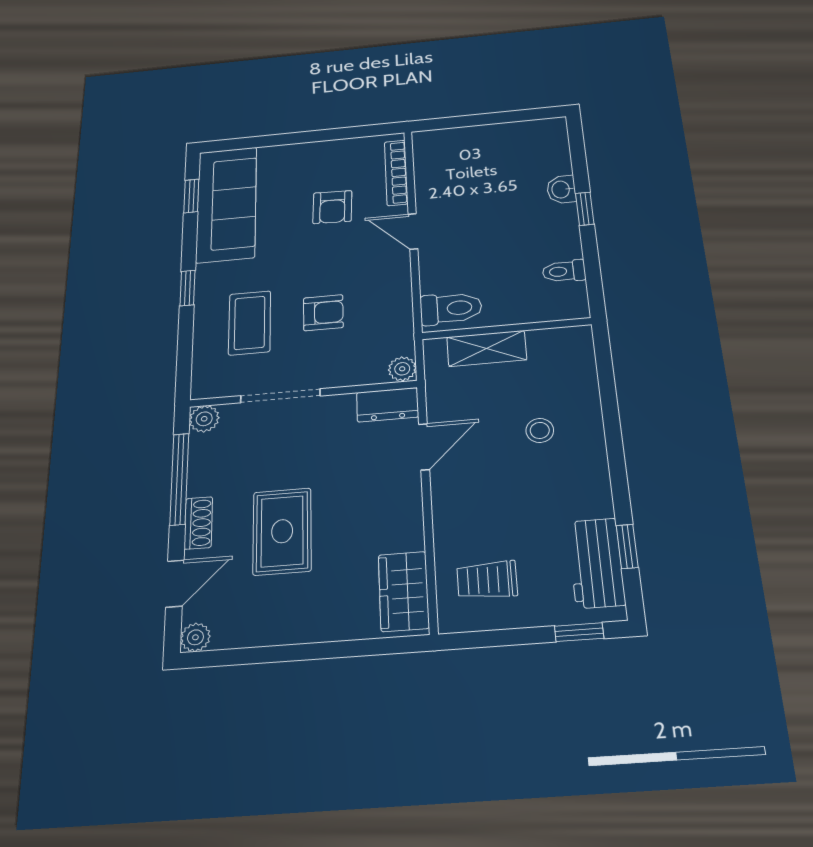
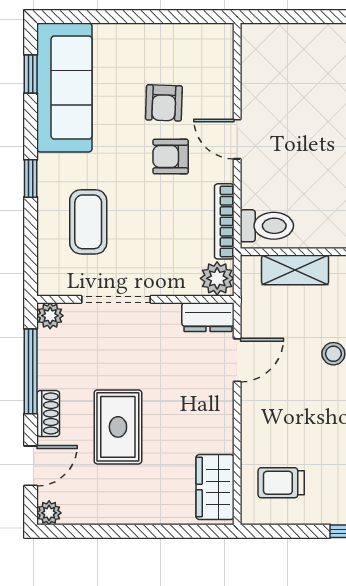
bookcase: (396, 173) -> (224, 221), moved
armchair: (323, 313) -> (171, 157), moved, turned 180
plant: (402, 369) -> (217, 278), width x1.38, depth x1.38

